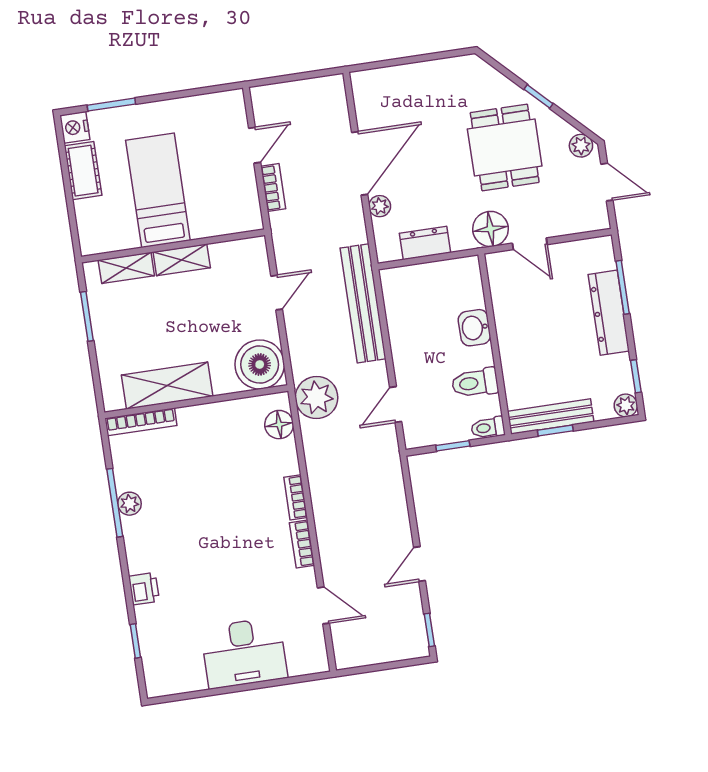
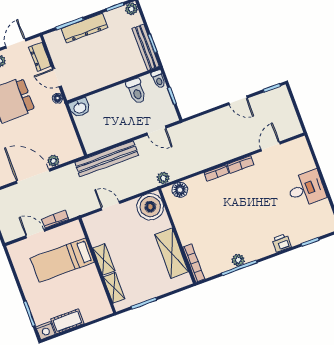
bed: (158, 190) -> (62, 260), moved
floor lamp: (490, 229) -> (57, 98), width x0.53, depth x0.53
dresser: (425, 243) -> (40, 57), moved
door: (530, 244) -> (57, 77), swing flipped
washbasin: (474, 328) -> (80, 108), moved
plant: (317, 398) -> (163, 178), width x0.53, depth x0.53
desk: (244, 653) -> (306, 189), width x0.73

